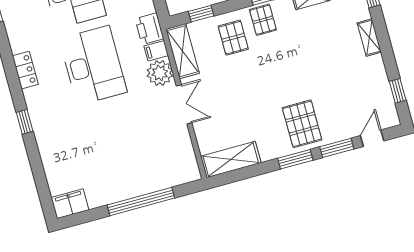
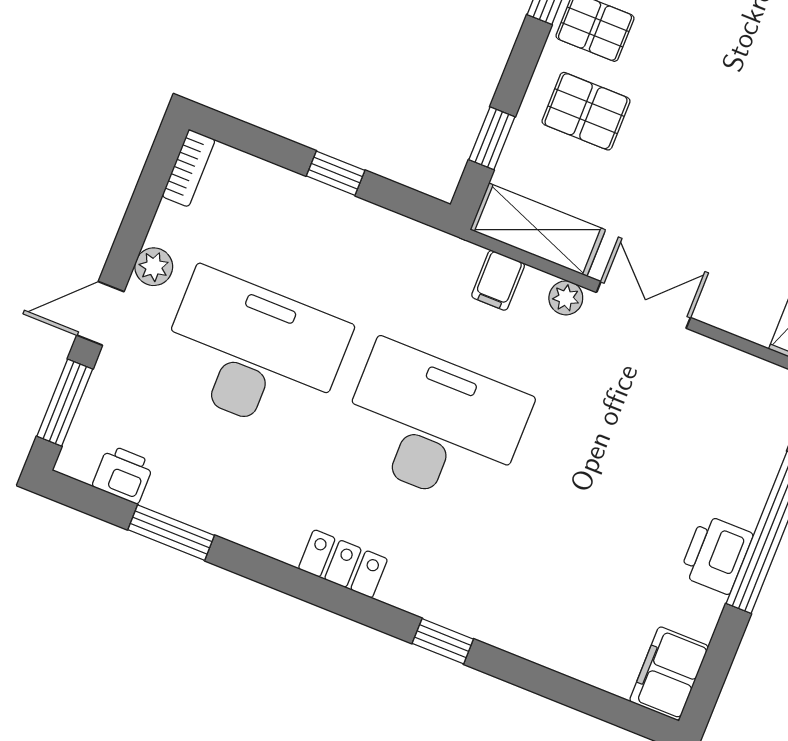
printer: (149, 29) -> (716, 554), moved, turned 90
plant: (160, 73) -> (566, 298), width x0.53, depth x0.53

